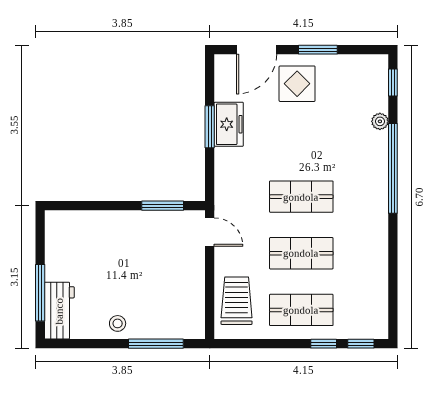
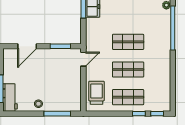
door: (95, 206) -> (27, 46), added
door: (210, 232) -> (83, 59), hinge flipped

